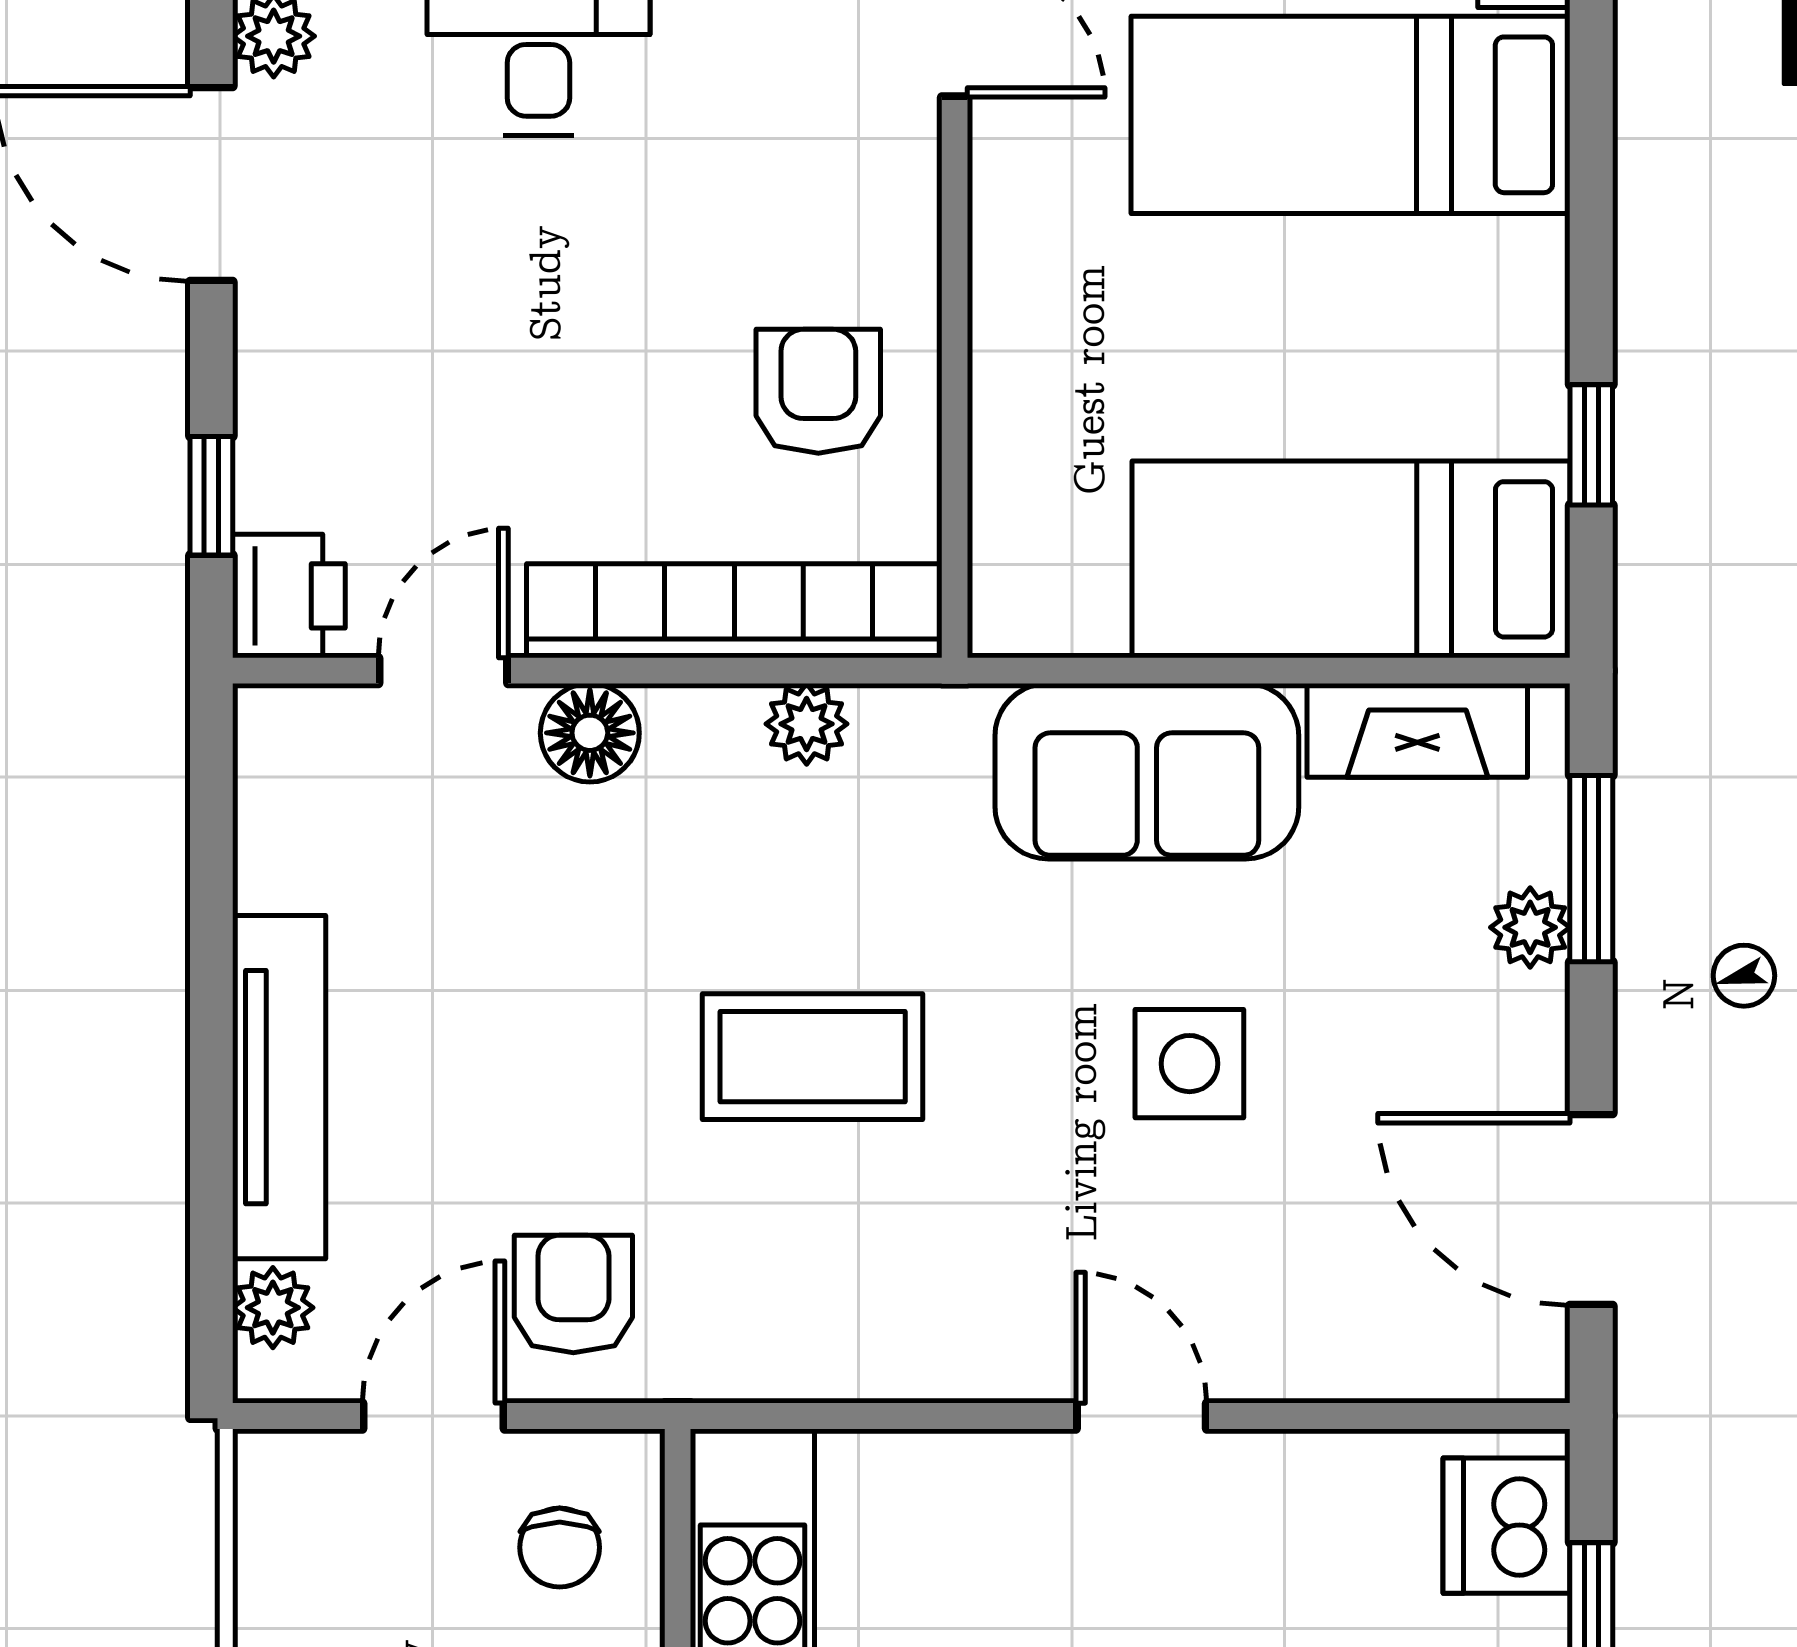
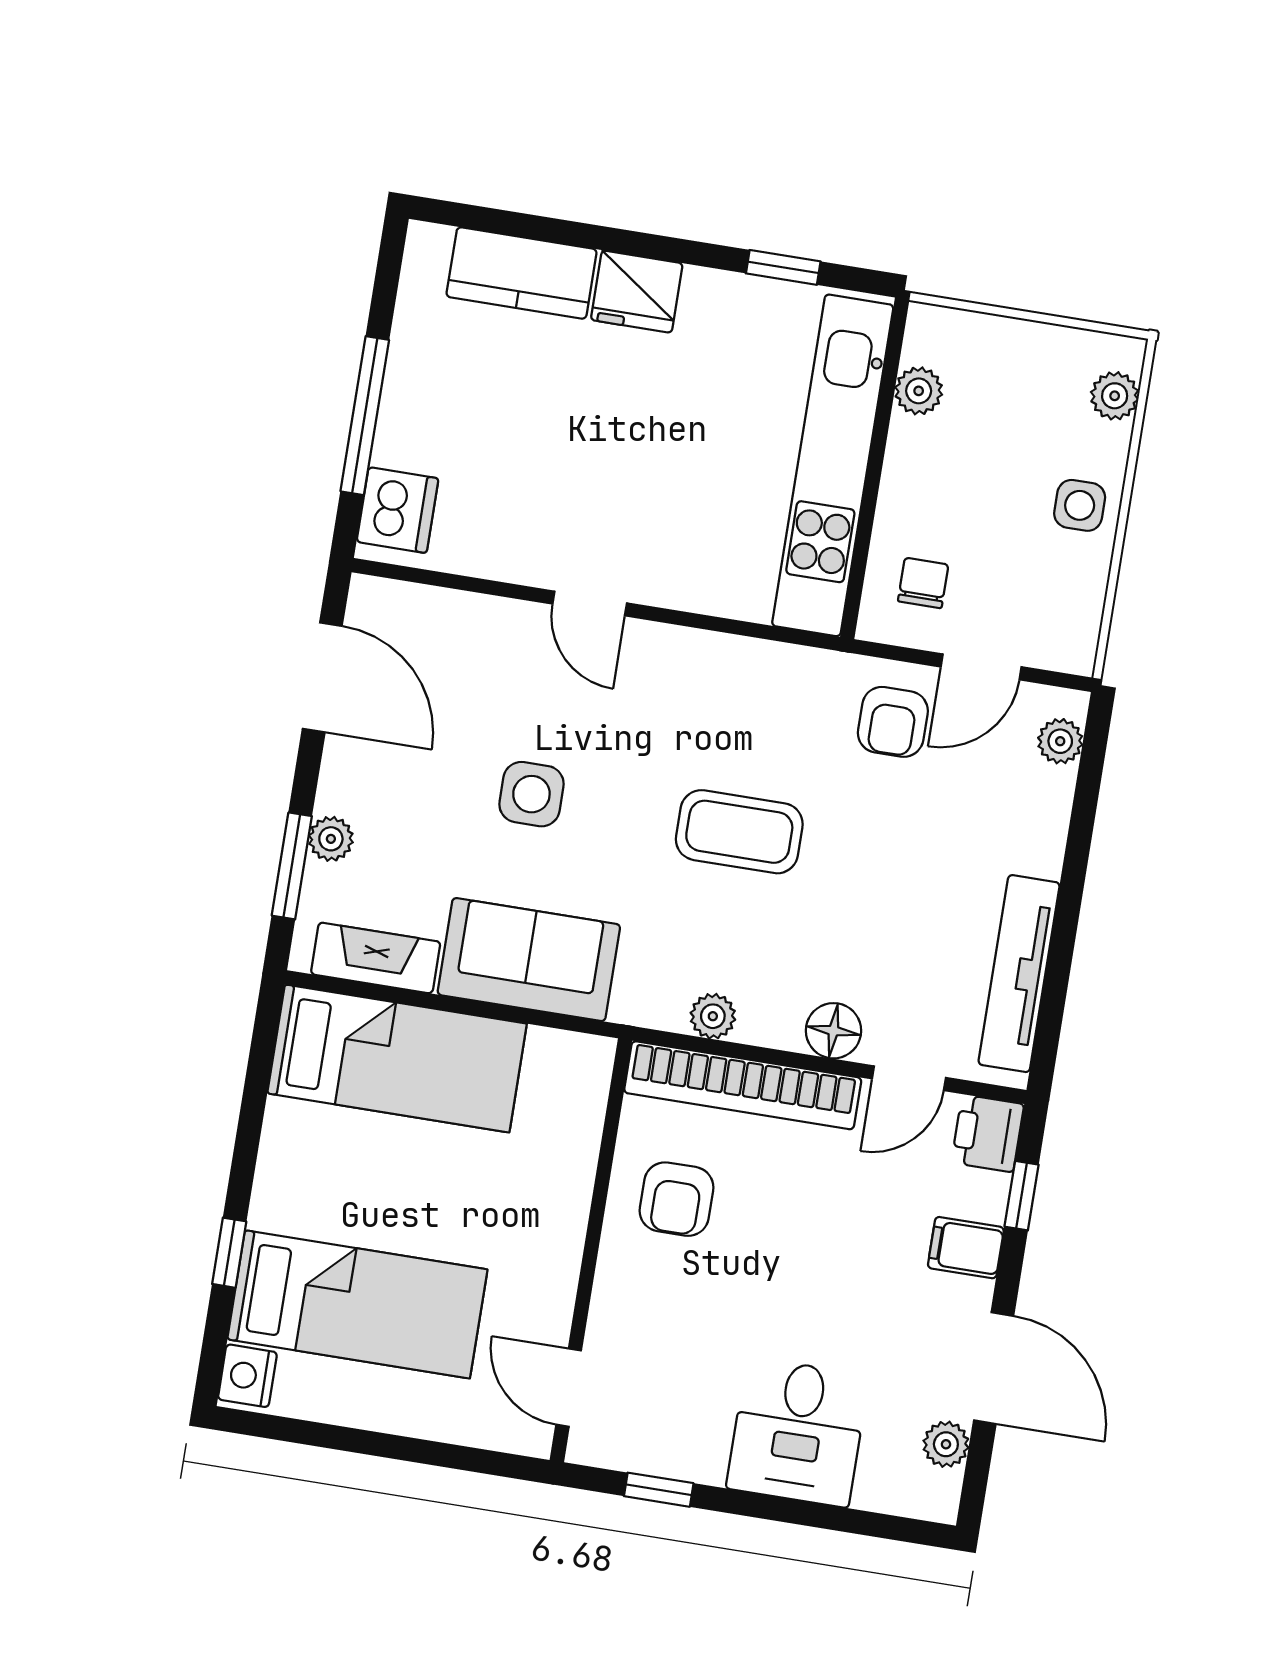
filing cabinet: (295, 388) -> (966, 1248), added
window: (1591, 445) -> (229, 1253), moved
tv unit: (279, 1087) -> (1019, 974), moved

